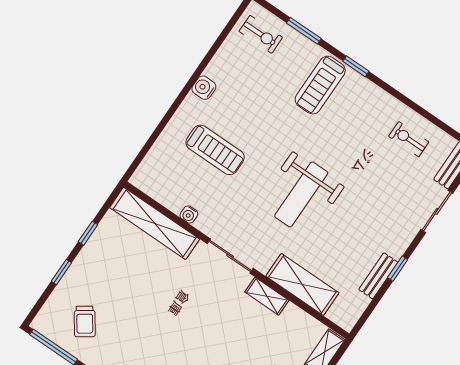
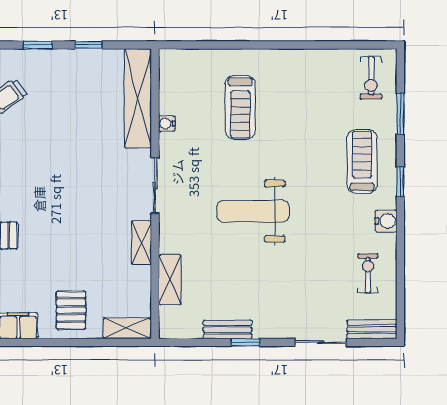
treadmill: (320, 85) -> (362, 161), turned 90
water cooler: (204, 88) -> (386, 221), moved, turned 90
shelving: (302, 284) -> (170, 280), width x0.67, depth x0.75

